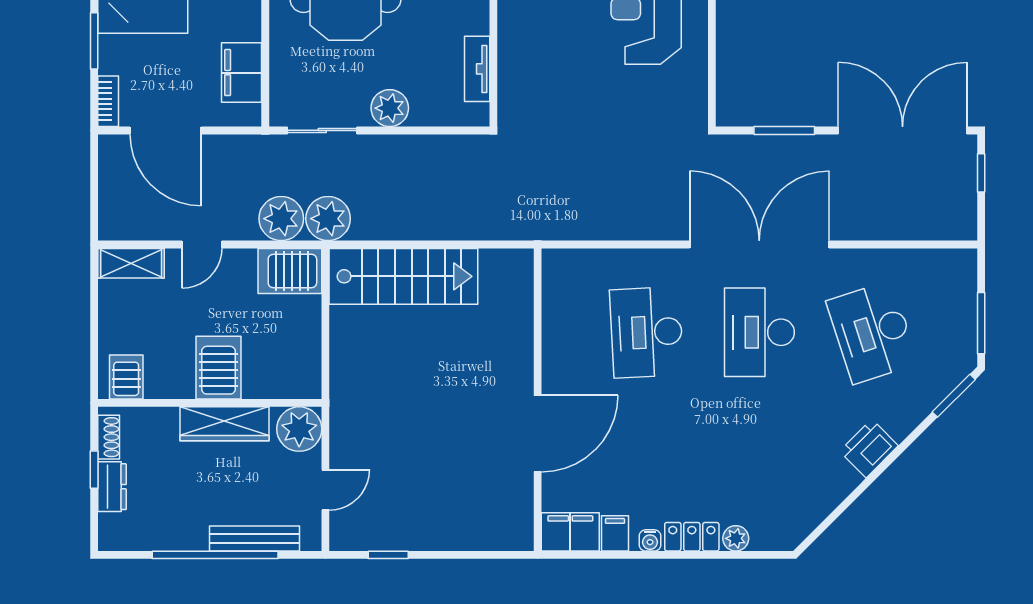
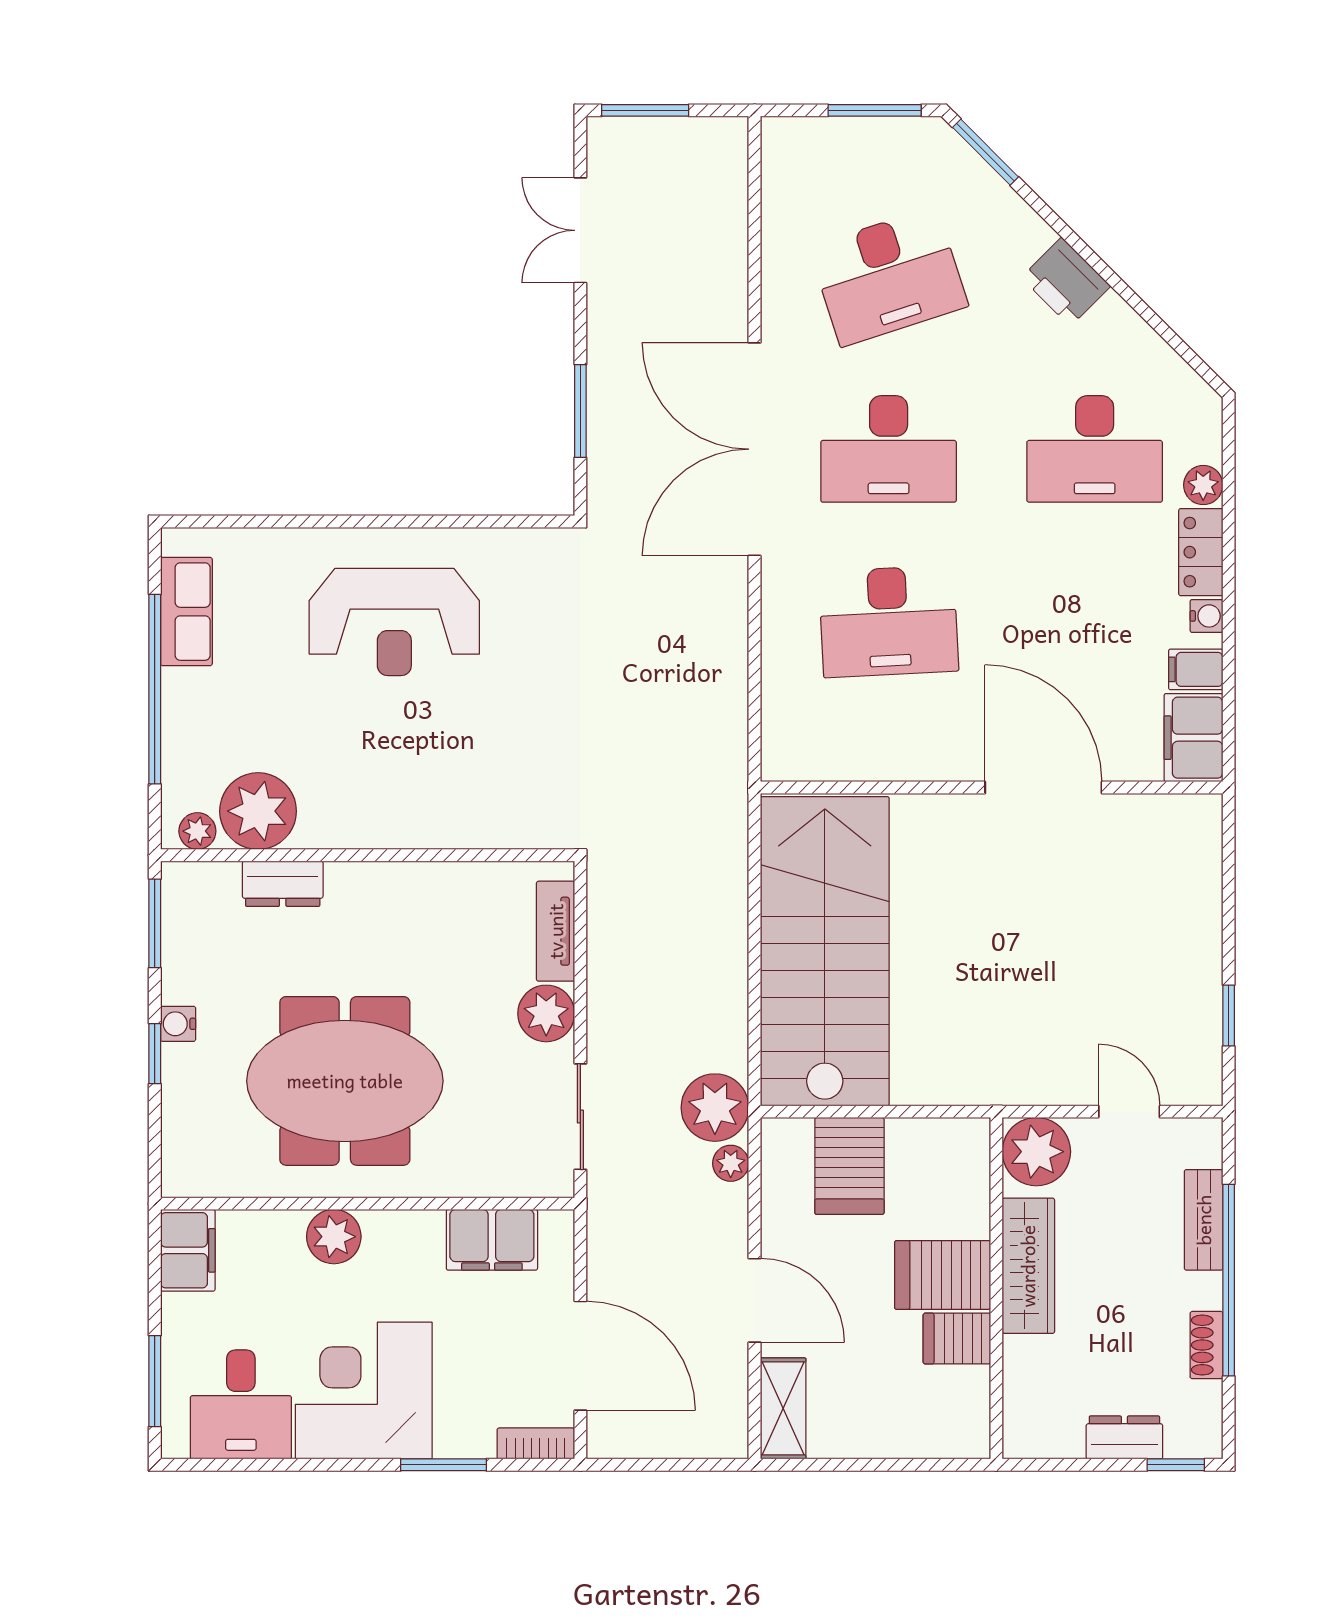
tv unit: (477, 69) -> (556, 931), moved, turned 90
door: (166, 130) -> (580, 1356), hinge flipped
double door: (903, 130) -> (580, 230), width x0.54
window: (981, 173) -> (645, 110), width x1.50
plant: (281, 219) -> (731, 1163), width x0.53, depth x0.53
door: (202, 245) -> (755, 1300), width x1.38
server rack: (290, 271) -> (849, 1166), moved
stairs: (403, 276) -> (825, 951), width x1.36, depth x1.51
server rack: (126, 377) -> (957, 1339), moved
shoe rack: (109, 437) -> (1206, 1345), moved, turned -90
desk: (759, 467) -> (1095, 449), added
window: (94, 470) -> (1176, 1465), moved
bench: (255, 539) -> (1204, 1220), width x0.73

